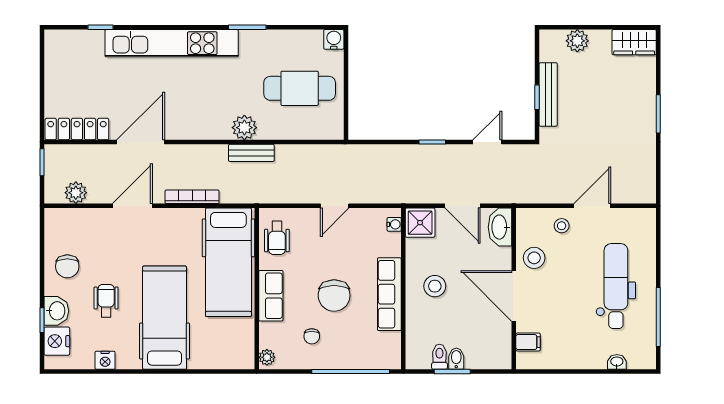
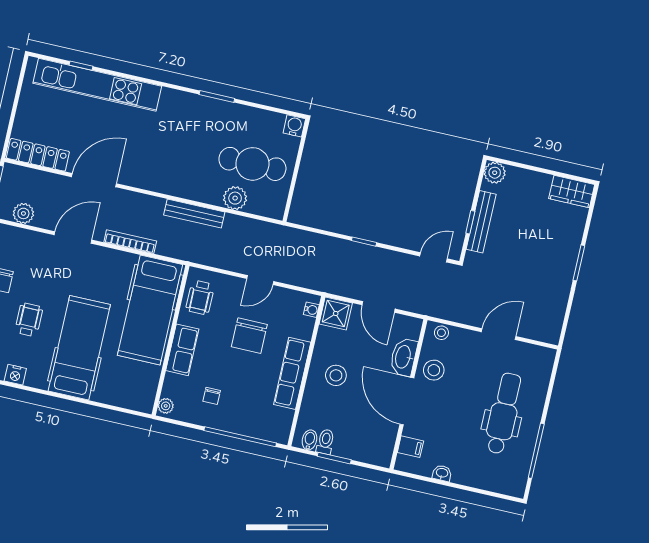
plant: (577, 41) -> (495, 173), moved
kitchen unit: (172, 43) -> (97, 85), moved
plant: (244, 128) -> (235, 198), moved
door: (487, 142) -> (433, 257), moved
bench: (251, 153) -> (194, 214), width x1.36
stool: (562, 226) -> (441, 333), moved
washbasin: (500, 227) -> (404, 357), moved
chair: (334, 296) -> (249, 336), moved
bidet: (456, 359) -> (309, 440), moved
washbasin: (617, 362) -> (442, 473), moved

